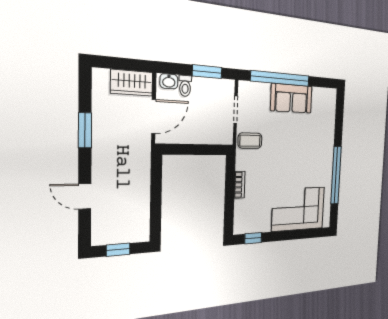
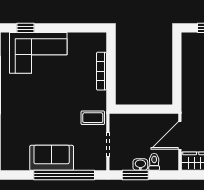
washbasin: (169, 81) -> (140, 165), moved
bookcase: (240, 185) -> (101, 71), width x1.56
window: (253, 238) -> (26, 28), moved

